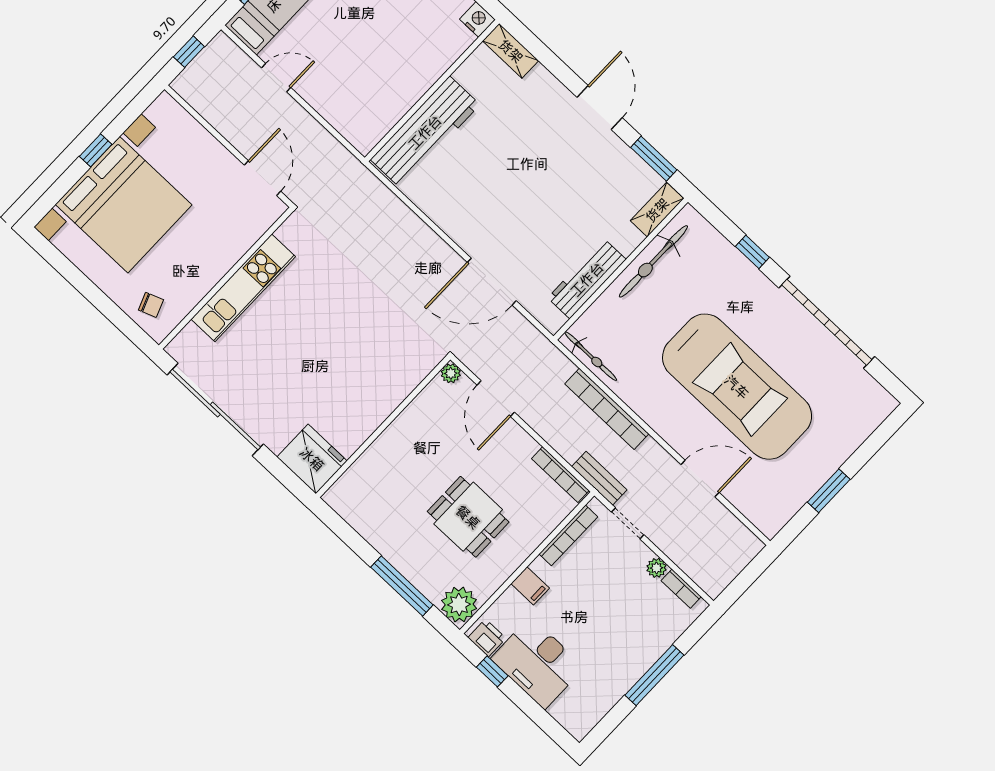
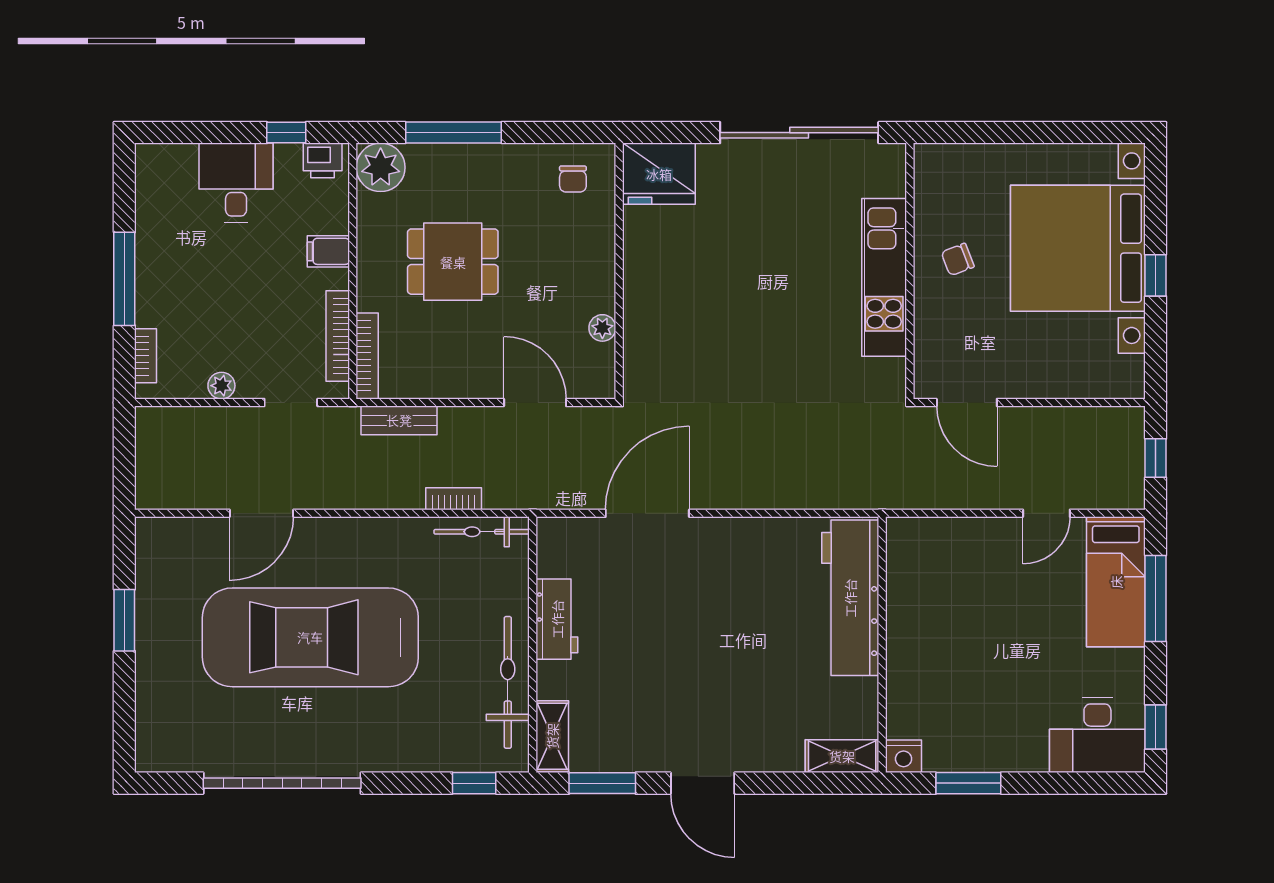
window: (752, 252) -> (474, 783), moved
workbench: (587, 279) -> (557, 619), width x0.73
chair: (151, 305) -> (958, 259), moved
plant: (451, 373) -> (602, 328), moved
bookcase: (607, 409) -> (454, 499), width x0.43, depth x0.76
bookcase: (560, 475) -> (367, 356), moved, turned 90
bench: (599, 478) -> (399, 420), moved
chair: (361, 500) -> (573, 179), added
bookcase: (681, 589) -> (146, 356), moved, turned 90
desk: (538, 663) -> (236, 183), width x0.73

